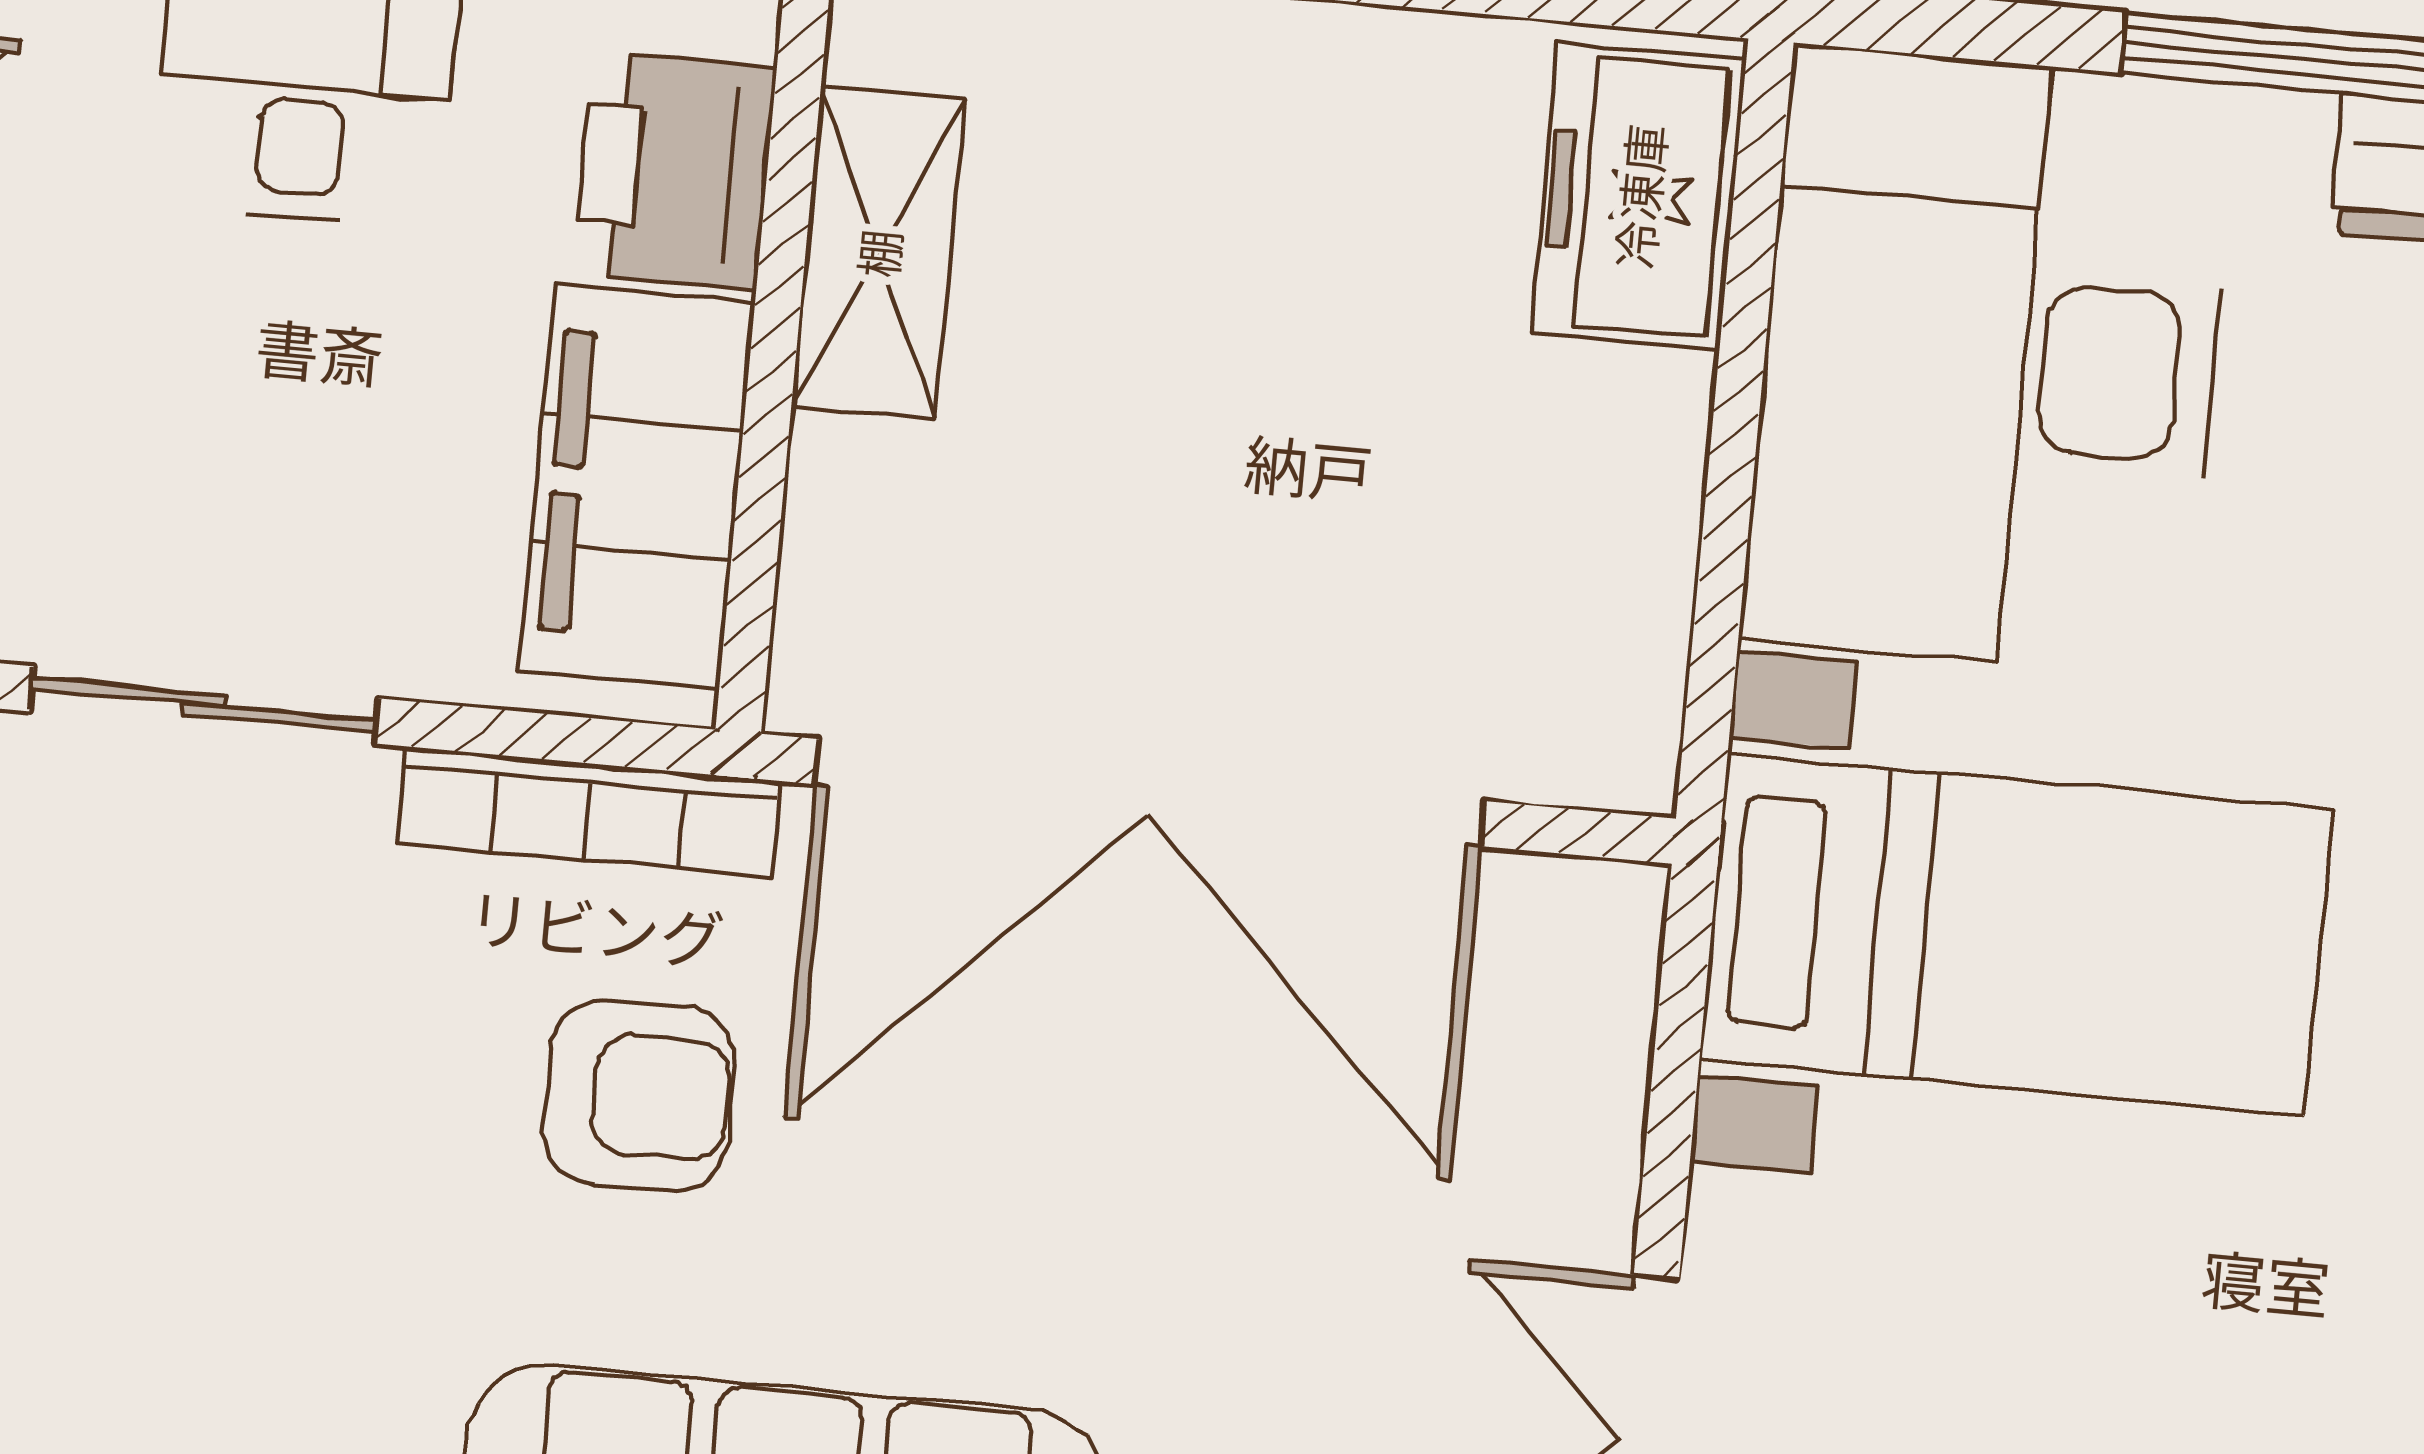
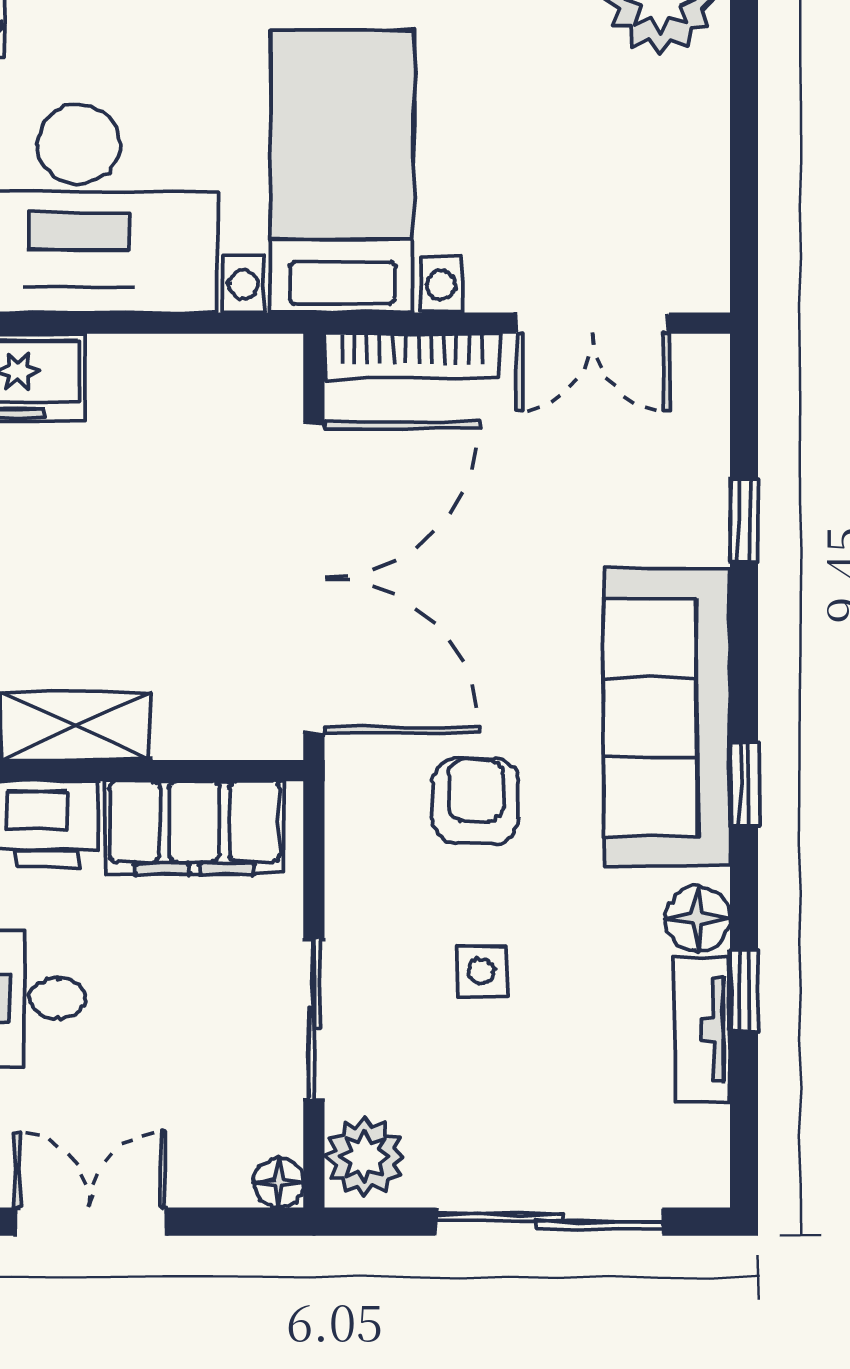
bookcase: (589, 812) -> (412, 356), moved, turned 90
side table: (273, 1073) -> (481, 971), added

